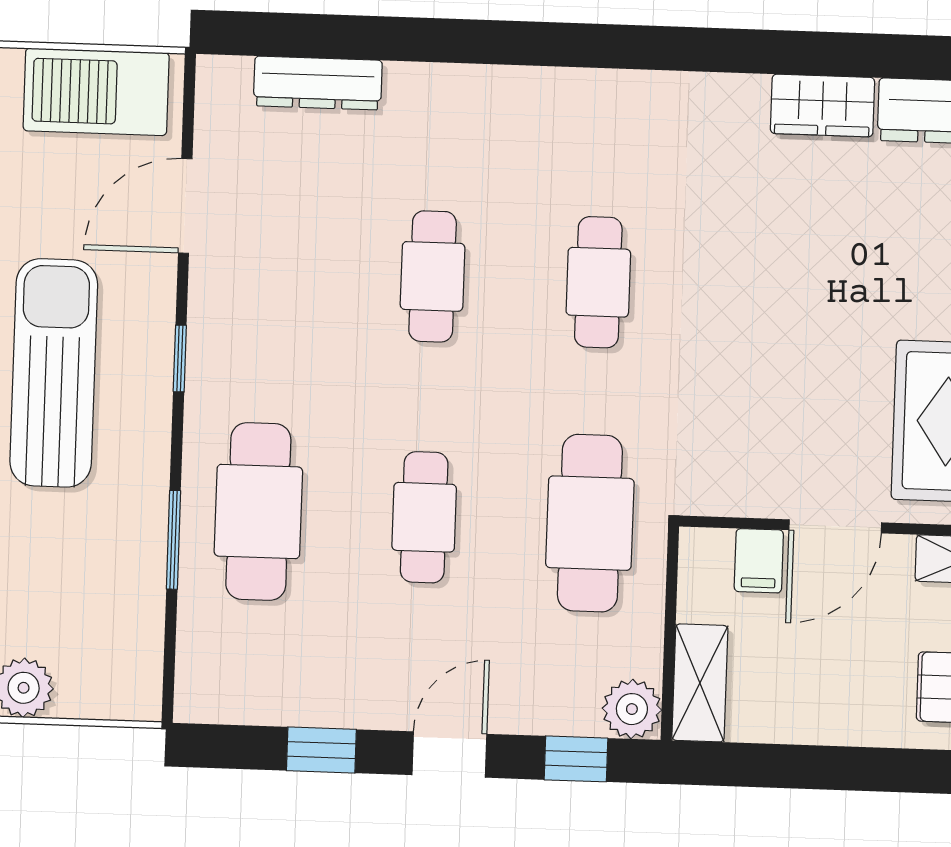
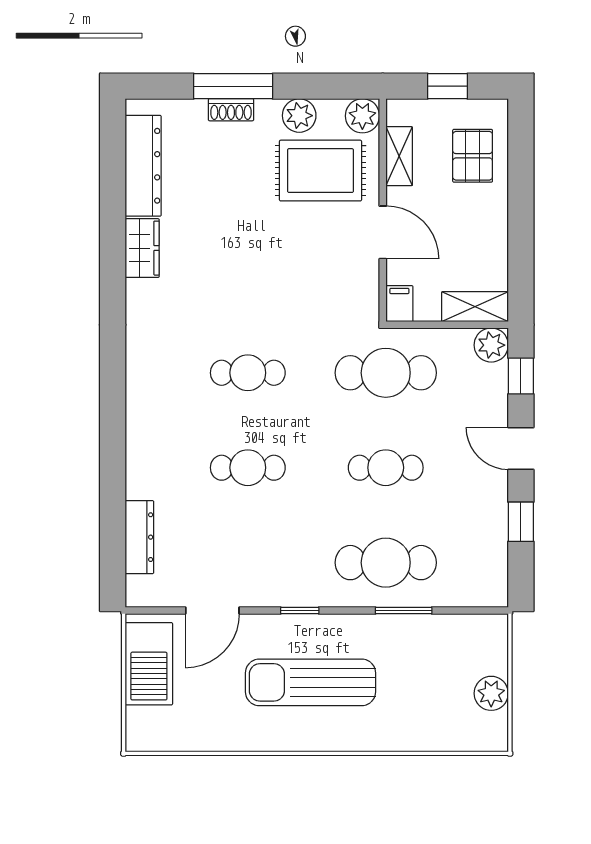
door: (185, 206) -> (212, 611), hinge flipped
filing cabinet: (759, 561) -> (399, 304), moved, turned -90

